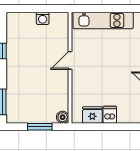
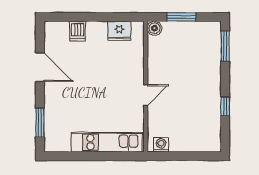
washing machine: (43, 18) -> (161, 145), moved
dishwasher: (110, 115) -> (77, 31), moved

